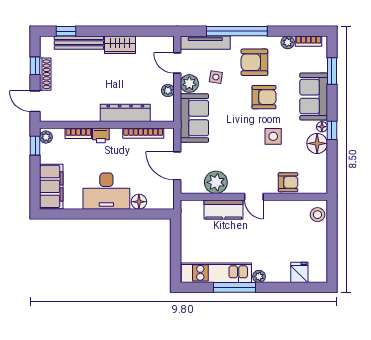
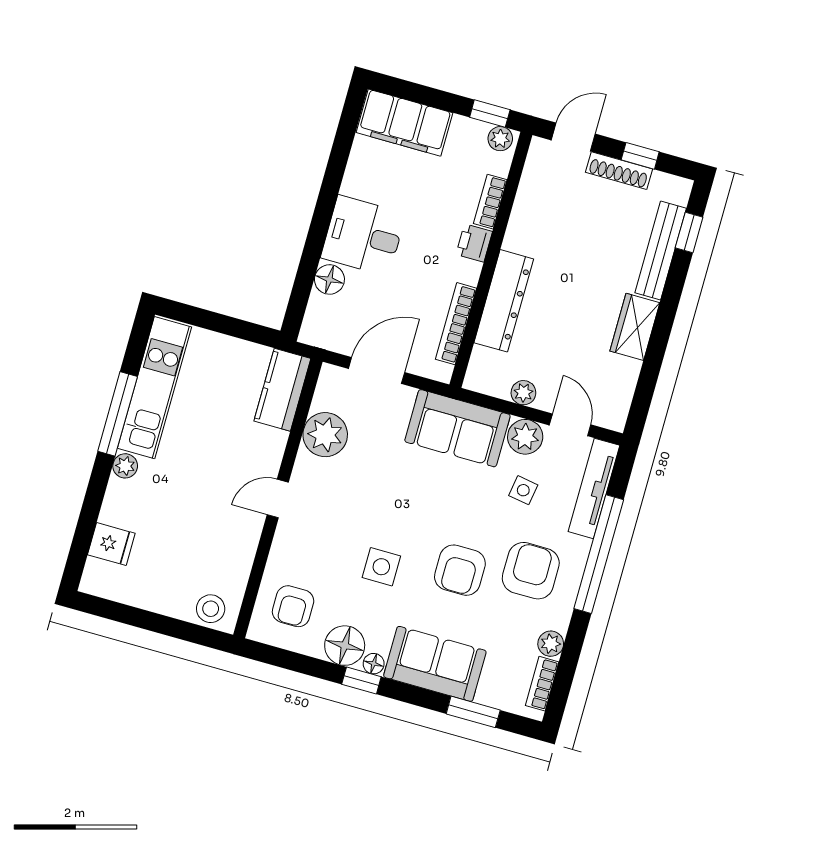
door: (177, 63) -> (570, 425), hinge flipped
armchair: (288, 182) -> (293, 606), moved
desk: (106, 191) -> (363, 236), width x0.73
kitchen counter: (224, 210) -> (282, 390), moved

